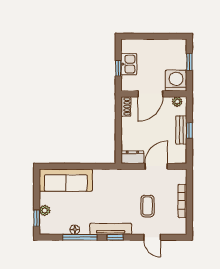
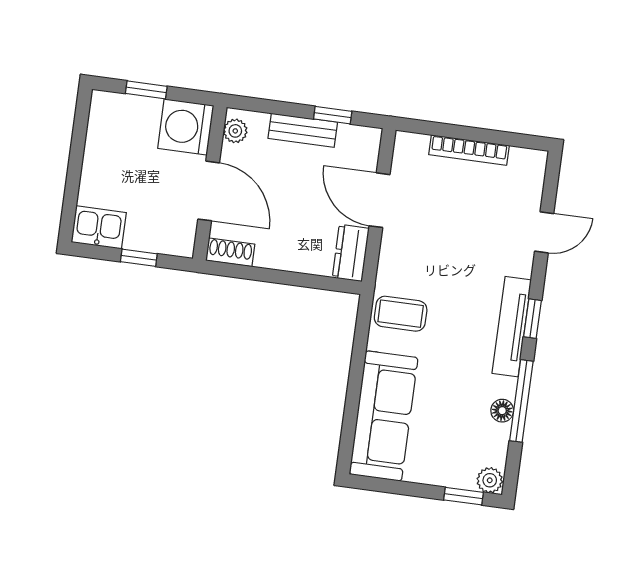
kitchen sink: (129, 64) -> (99, 227), moved
window: (189, 131) -> (333, 115), moved
coffee table: (147, 206) -> (401, 314), moved
plant: (45, 210) -> (490, 480), moved

